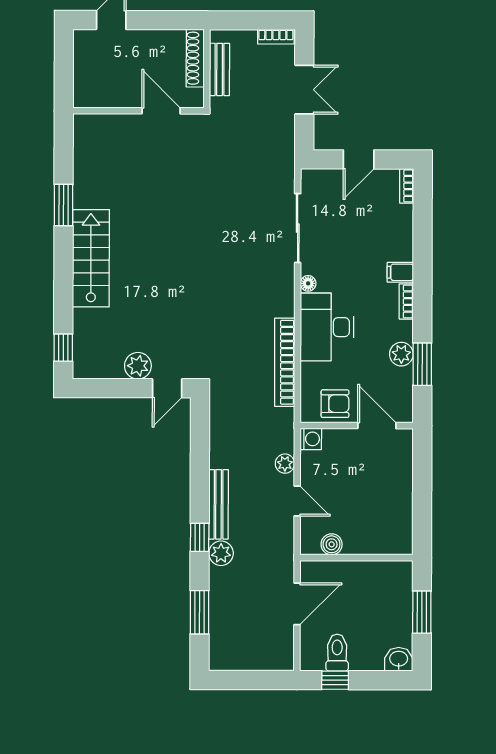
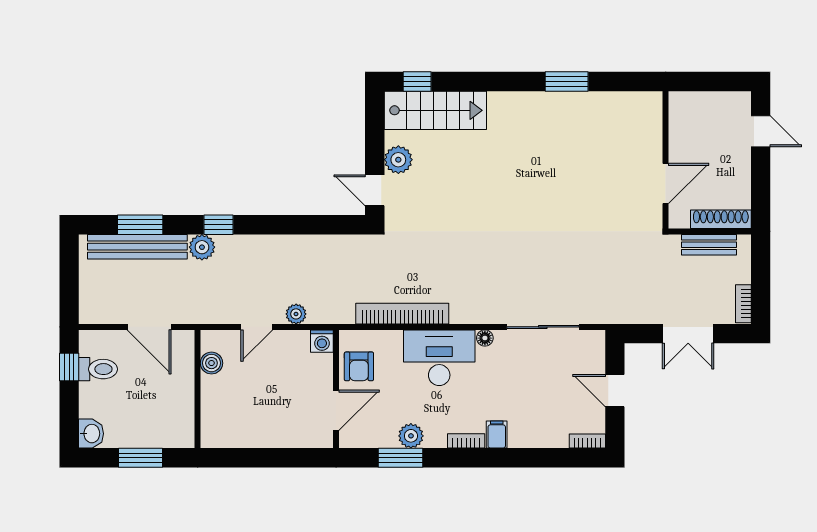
stairs: (91, 258) -> (435, 110), moved
bench: (219, 504) -> (137, 247), moved, width x1.37, depth x1.21

